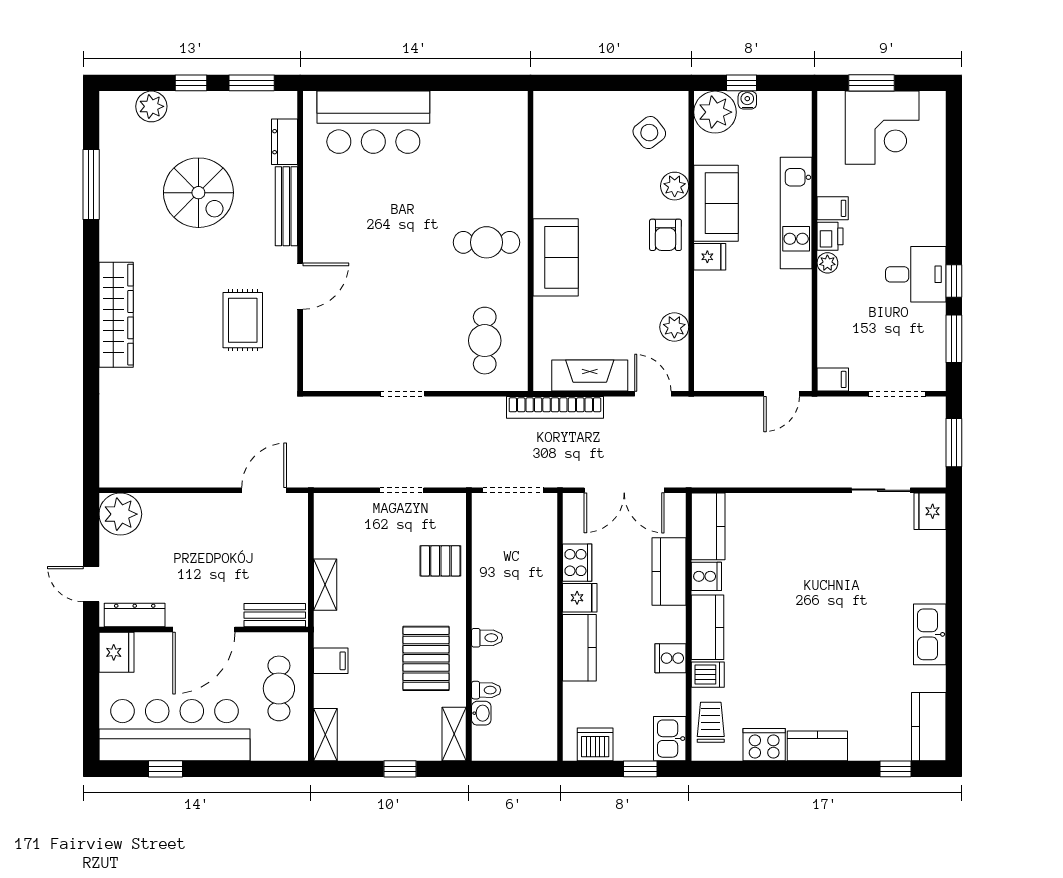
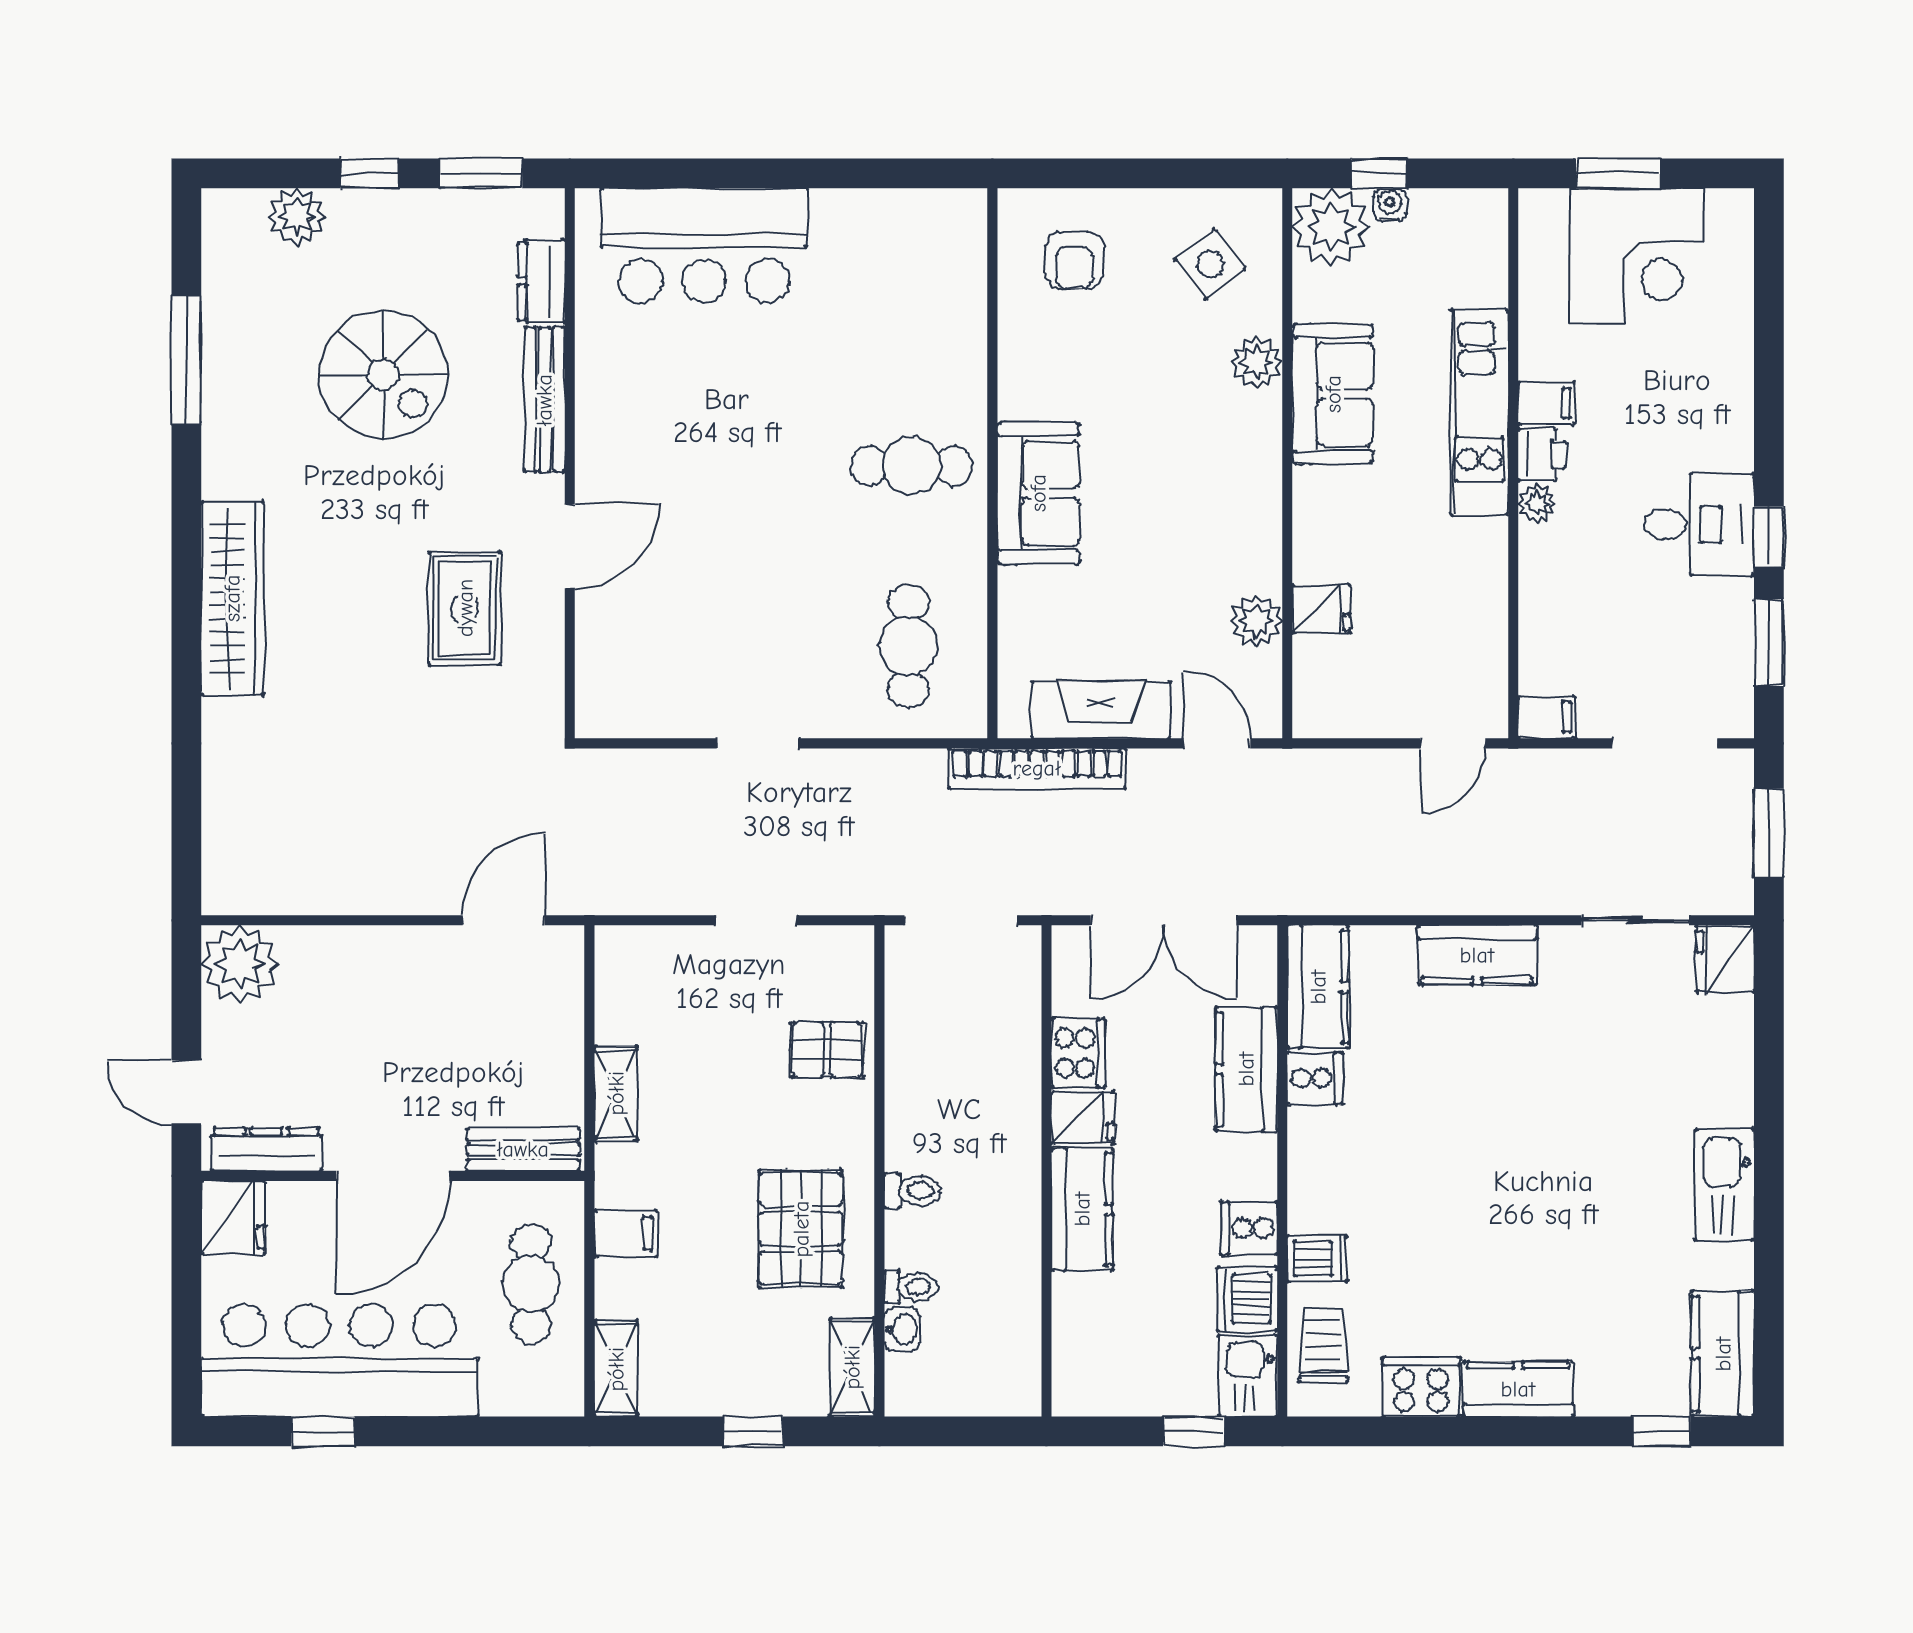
armchair: (665, 235) -> (1075, 260), moved
fridge: (710, 257) -> (1321, 609), moved
kitchen counter: (707, 627) -> (1477, 955), moved, turned 90
dishwasher: (595, 744) -> (1247, 1299), moved, turned -90

